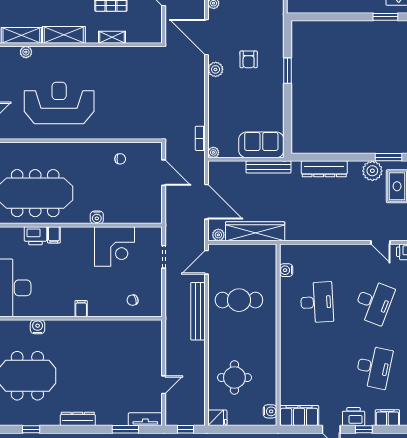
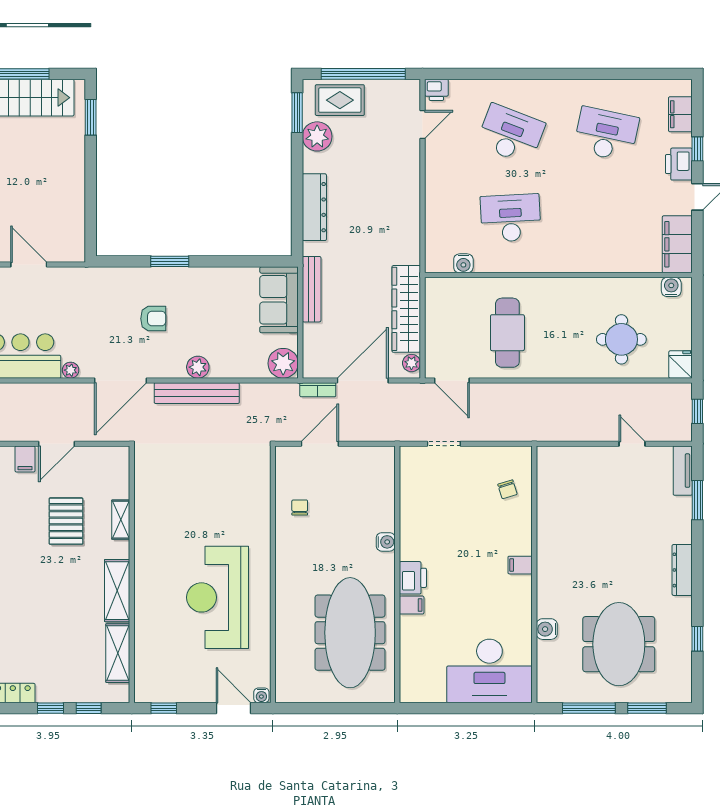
plant: (26, 52) -> (142, 646), removed
plant: (216, 69) -> (198, 367), moved
bookcase: (200, 138) -> (318, 390), moved
plant: (213, 152) -> (283, 363), width x1.88, depth x1.88
printer: (35, 236) -> (413, 578), moved
corner desk: (114, 246) -> (429, 516), removed
bench: (198, 311) -> (197, 393), moved

